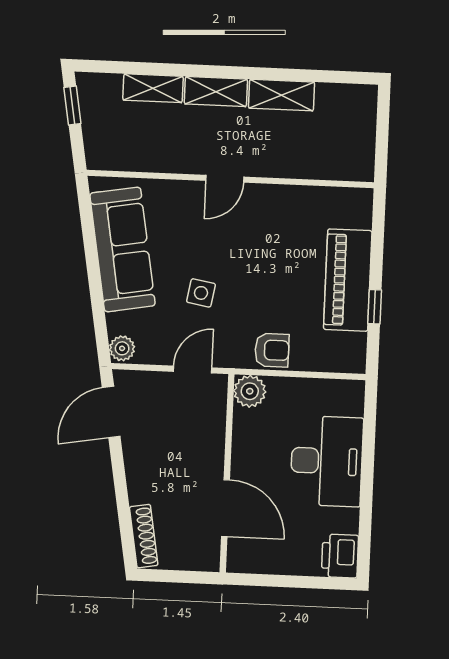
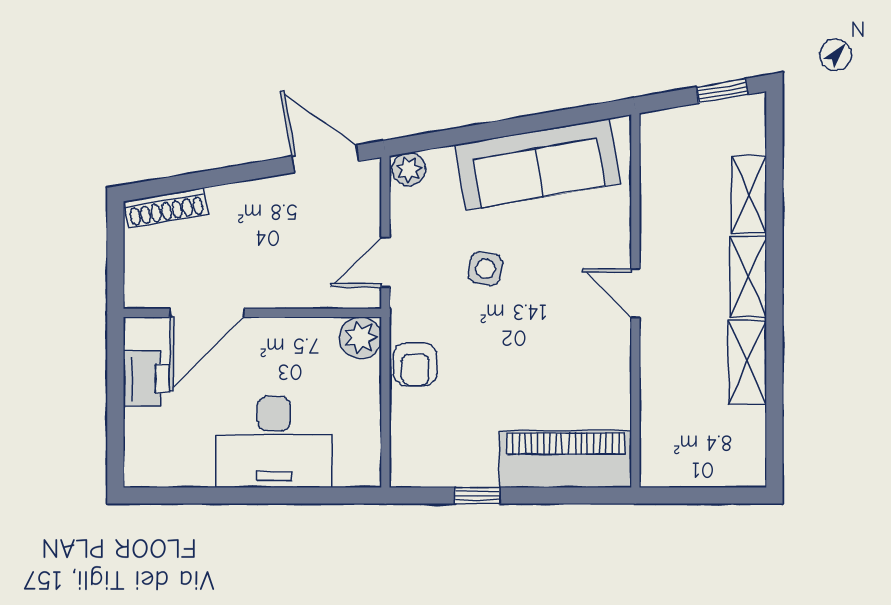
piano: (348, 280) -> (566, 459), moved
door: (193, 370) -> (385, 262), swing flipped
printer: (340, 556) -> (146, 379), moved, turned 90

